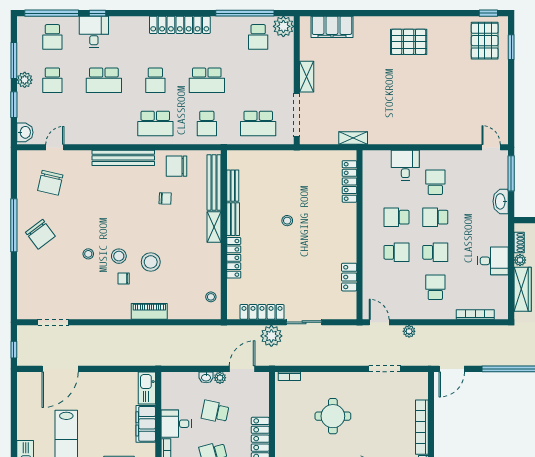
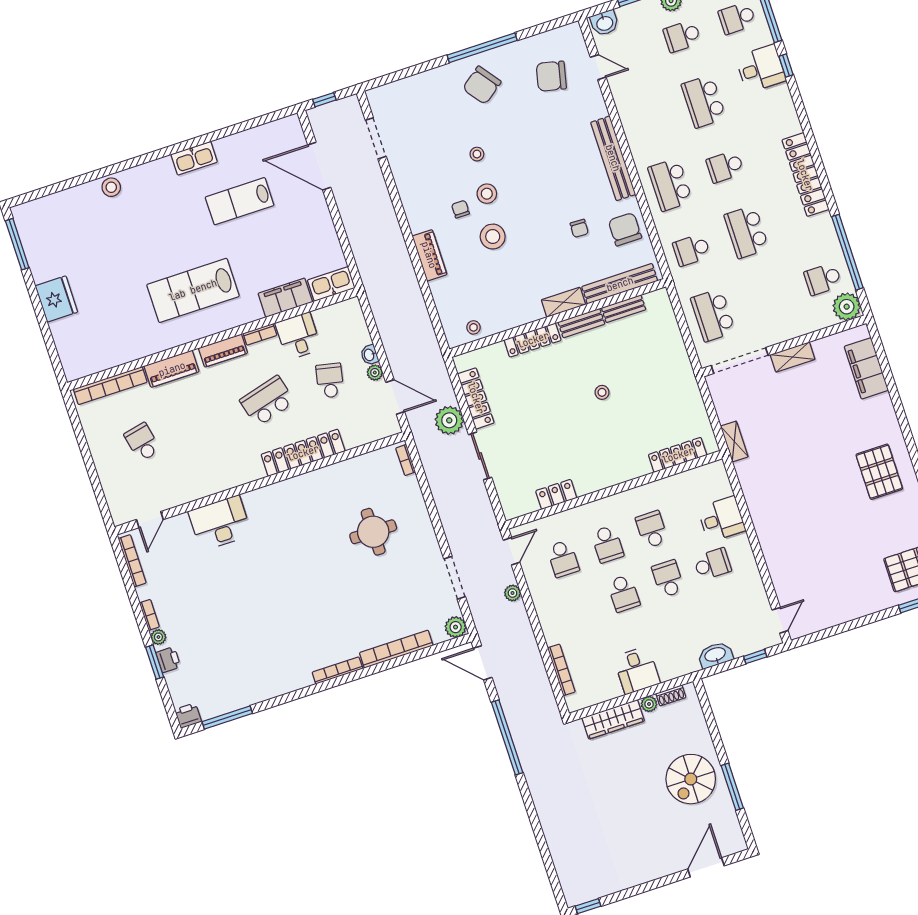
window: (511, 173) -> (755, 657), width x0.46
school desk: (435, 287) -> (563, 559), moved, turned 90
plant: (420, 380) -> (456, 627), added

